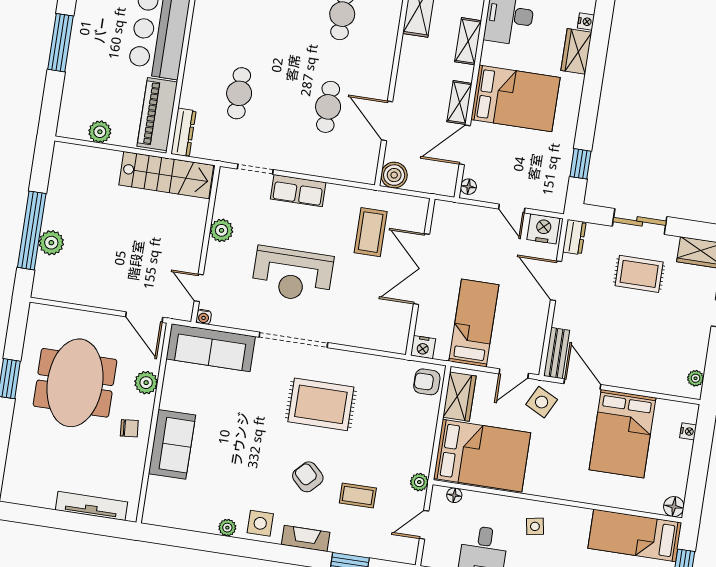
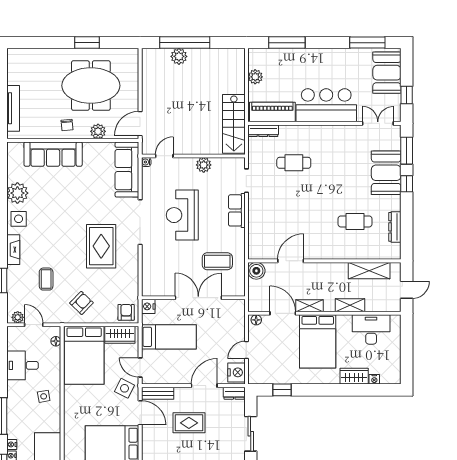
window: (60, 43) -> (287, 43), moved
cafe table: (328, 107) -> (294, 221), removed
rug: (639, 274) -> (189, 423), moved, turned 90
door: (582, 384) -> (140, 413), hinge flipped
sofa: (172, 444) -> (53, 154), width x1.36
armchair: (308, 477) -> (82, 303), moved
plant: (419, 482) -> (18, 317), moved
plant: (227, 528) -> (17, 193), width x1.87, depth x1.87

